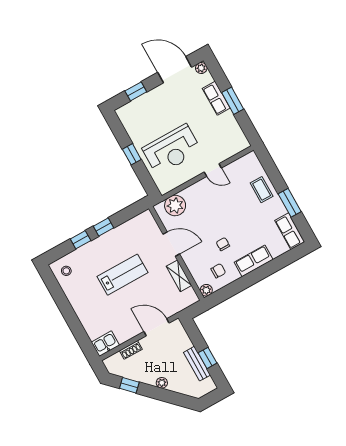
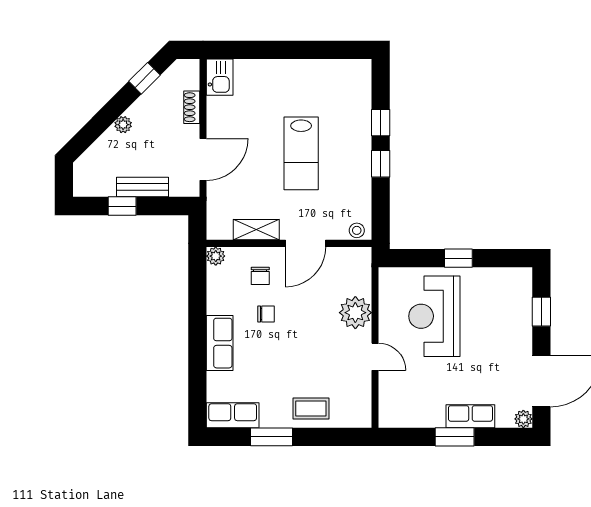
door: (213, 170) -> (375, 357), swing flipped
plant: (175, 206) -> (355, 313), moved
stool: (66, 271) -> (357, 230), moved
chair: (218, 271) -> (260, 276), moved
bench: (197, 364) -> (142, 187), moved

